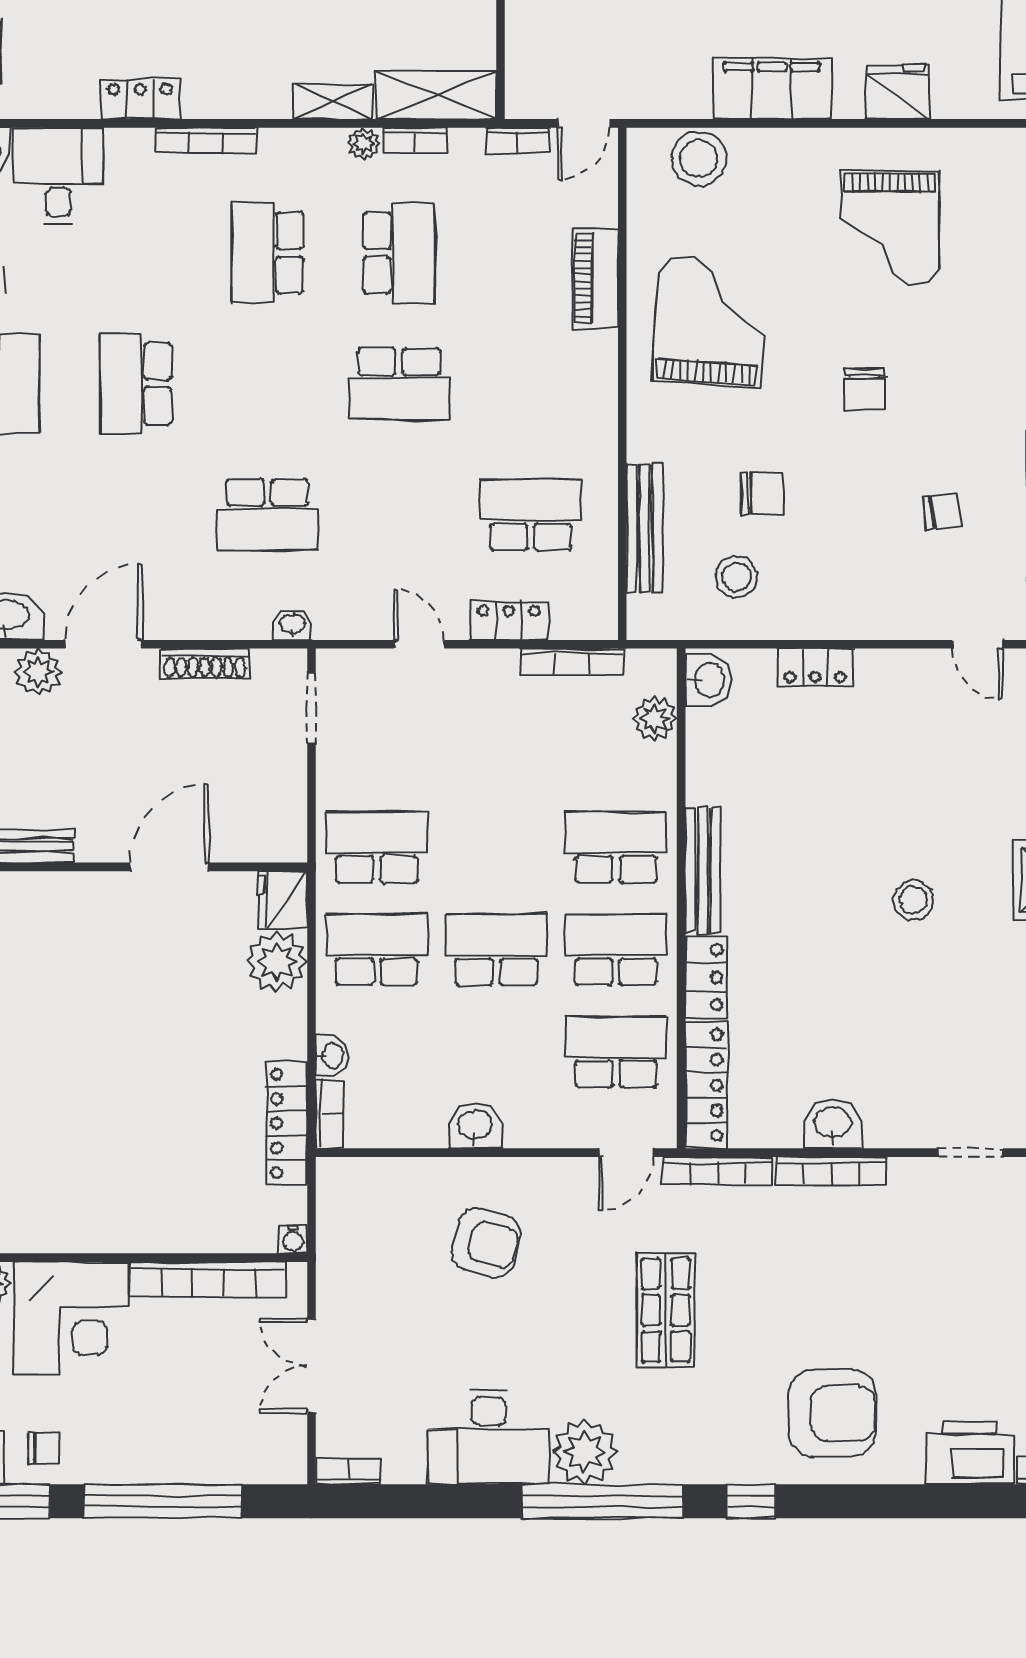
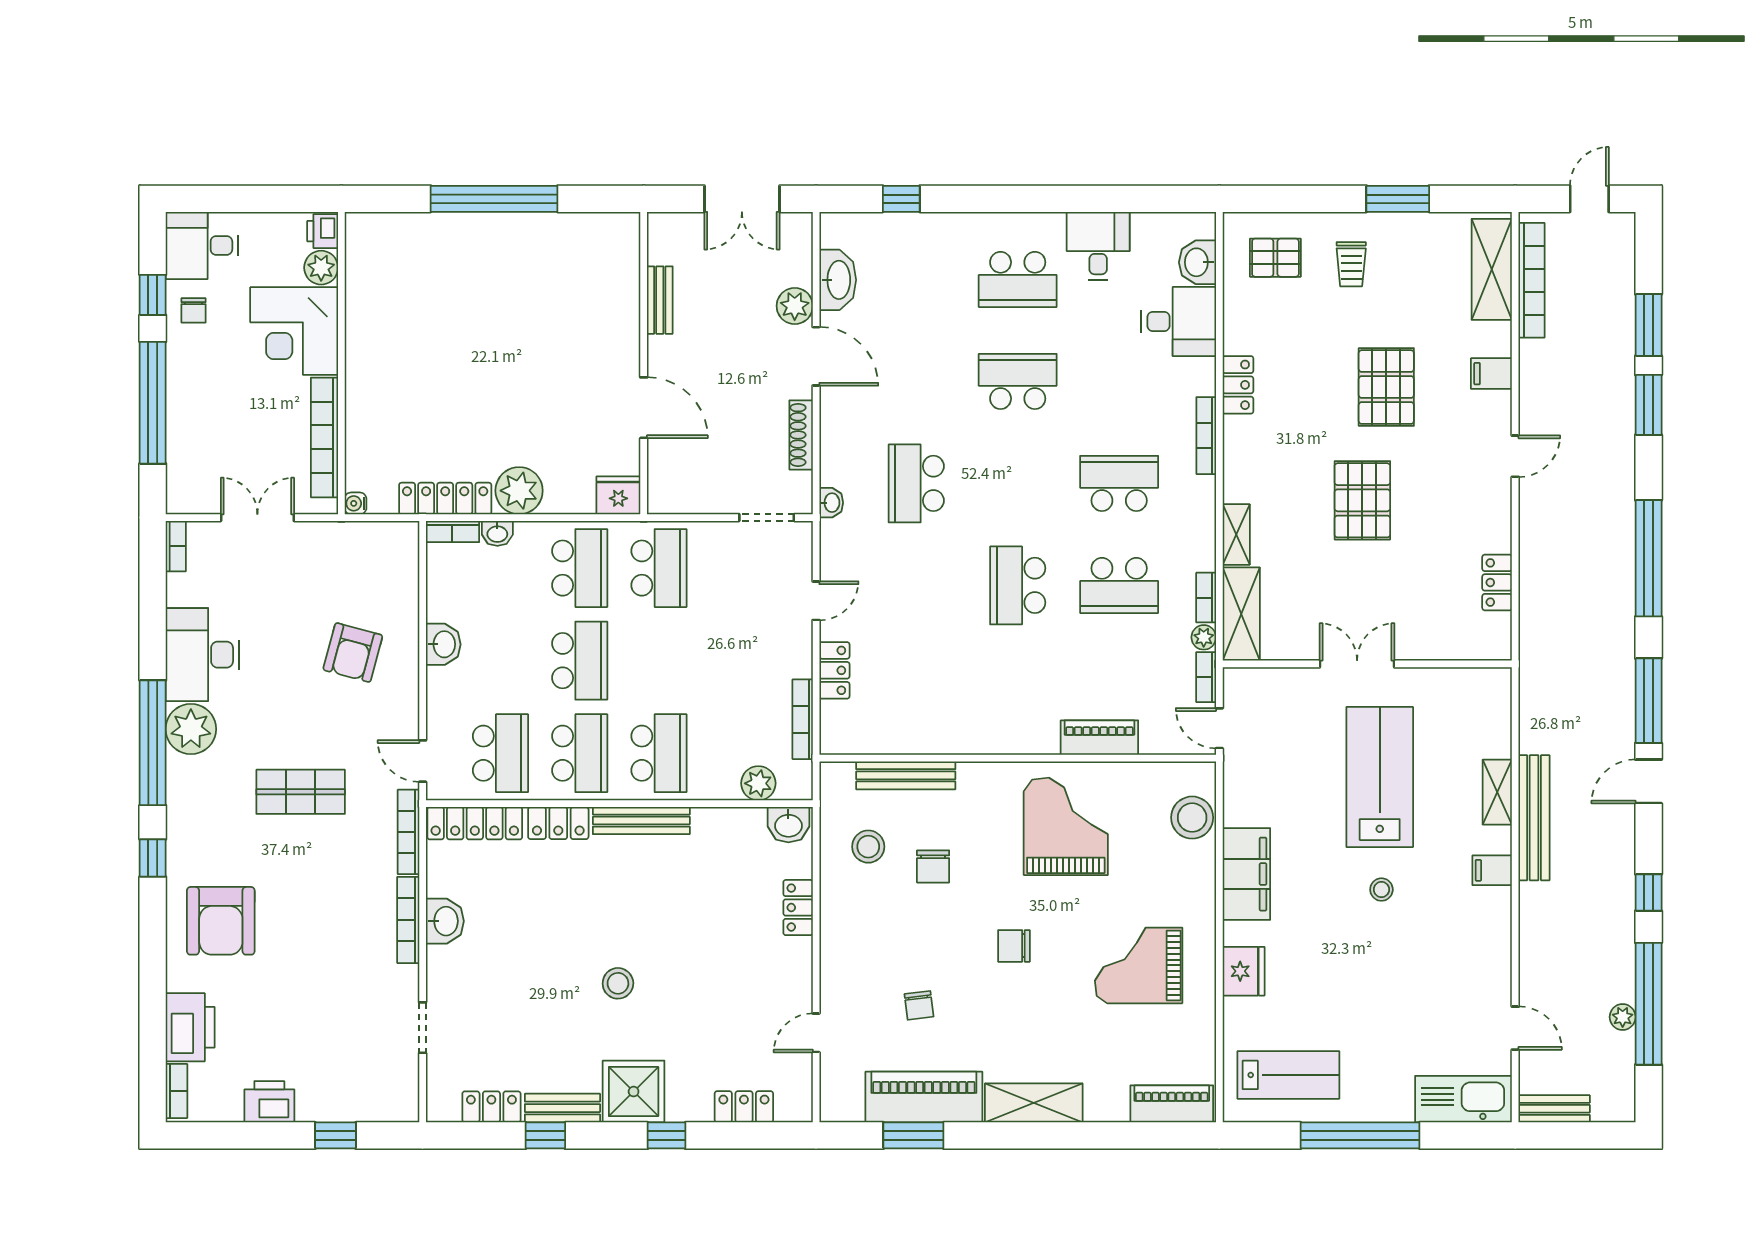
plant: (363, 144) -> (1204, 637), moved
grand piano: (710, 322) -> (1066, 826), turned -94
school desk: (531, 515) -> (916, 687), removed
plant: (277, 962) -> (519, 491), moved

